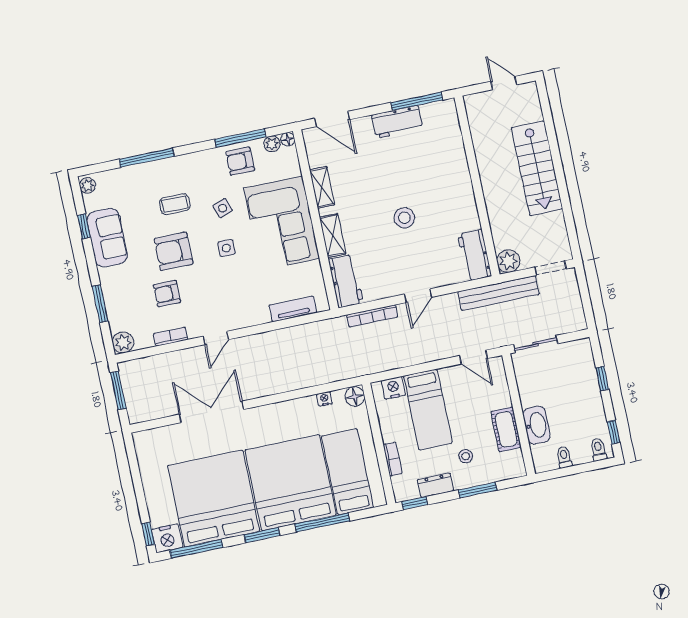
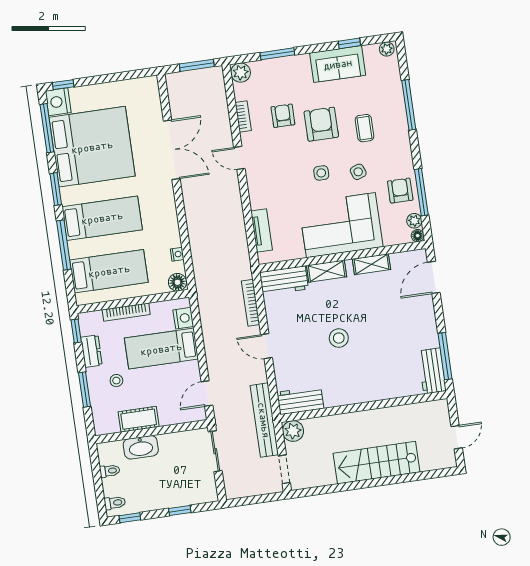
workbench: (397, 122) -> (432, 371), moved
bookcase: (393, 459) -> (126, 312), width x1.56
bed: (291, 483) -> (102, 218), width x0.49

